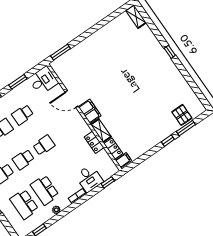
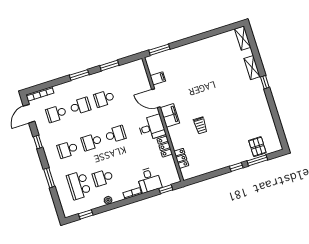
desk: (43, 81) -> (152, 128), moved
trolley: (122, 112) -> (200, 125), added
shelving: (101, 131) -> (252, 68), moved
filing cabinet: (123, 160) -> (158, 78), moved
school desk: (45, 190) -> (103, 178), width x0.54

